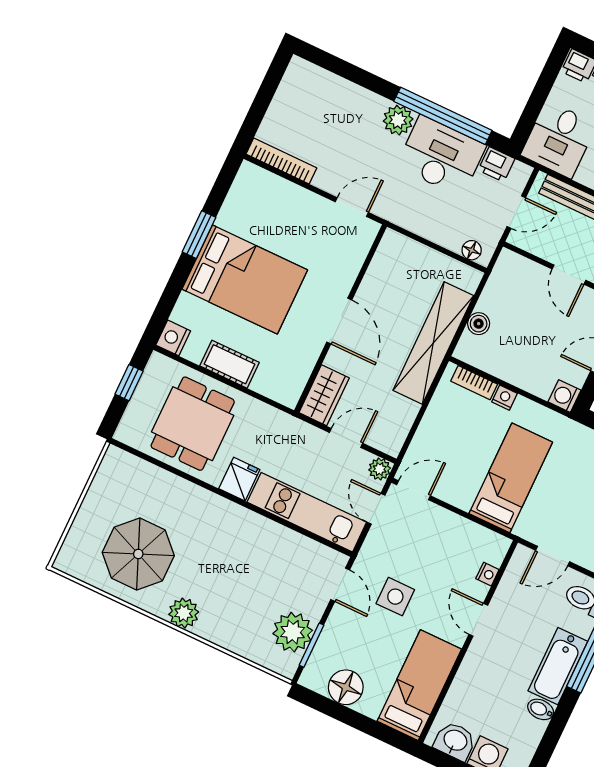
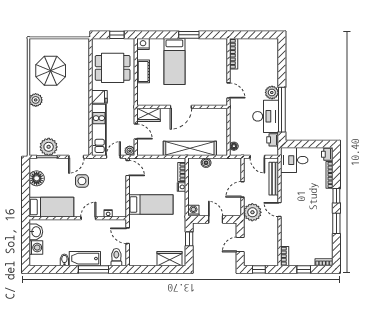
bed: (245, 280) -> (174, 62), width x0.67

